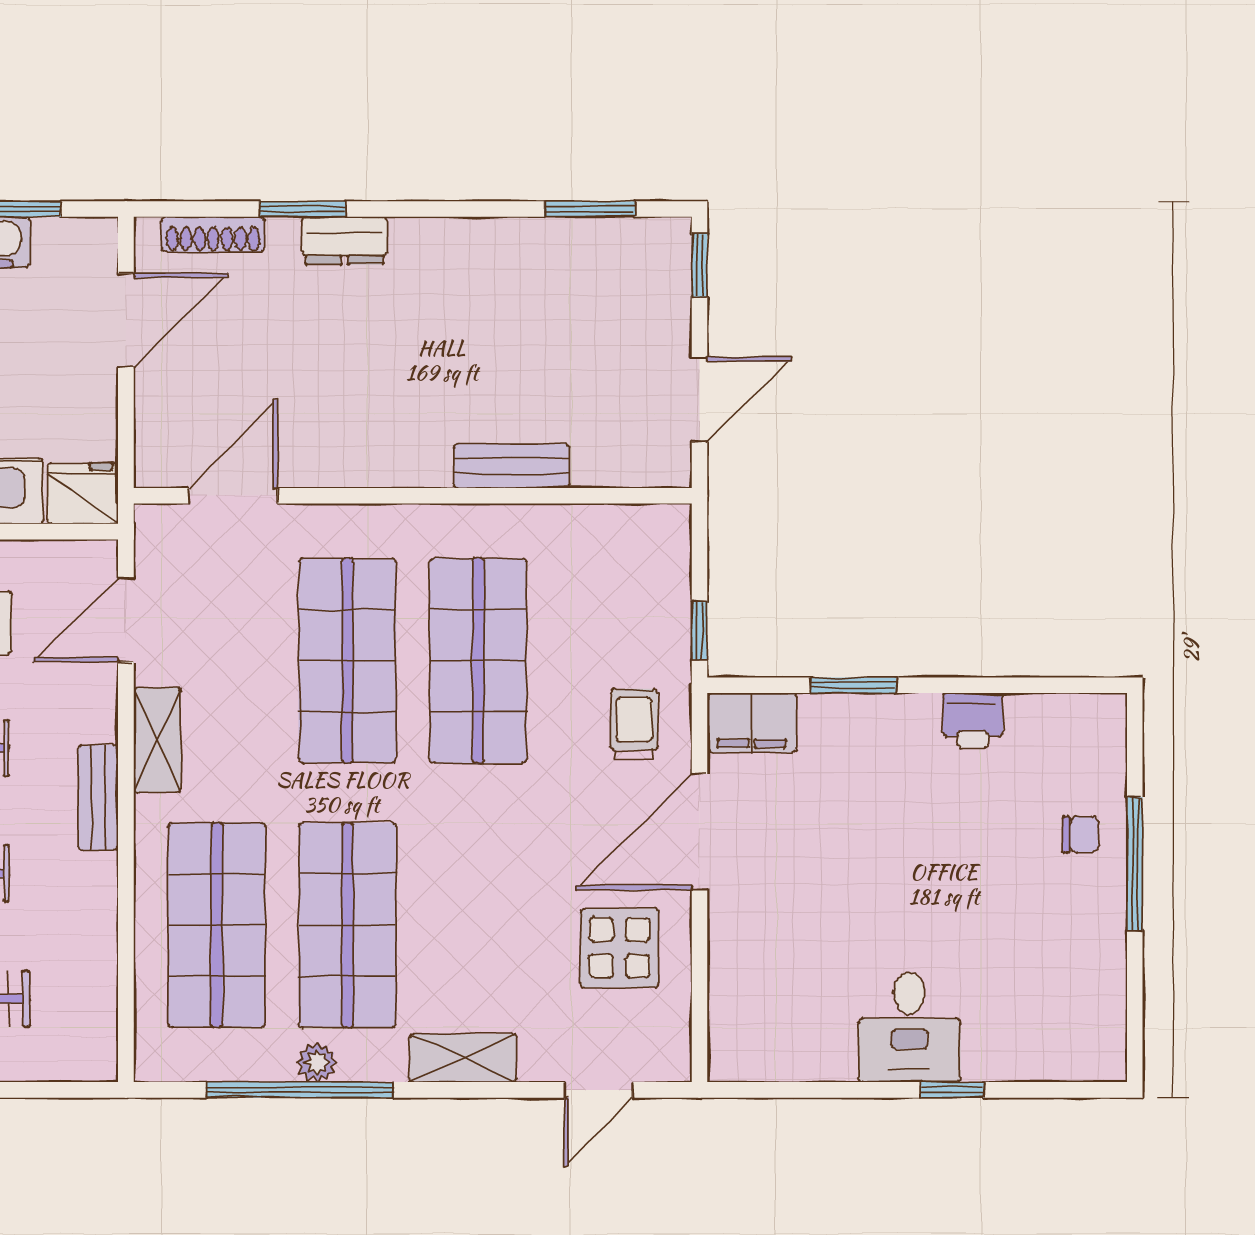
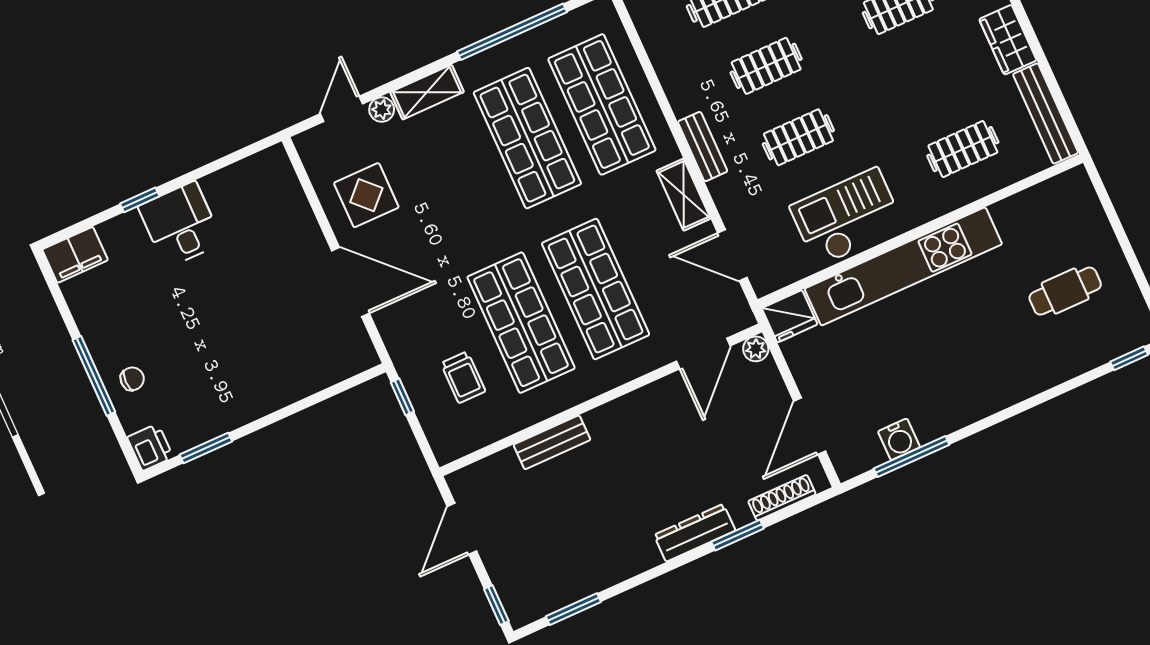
dresser: (345, 241) -> (695, 533), width x1.44
plant: (154, 468) -> (756, 349), added
door: (126, 620) -> (732, 255), swing flipped
window: (853, 685) -> (206, 448), moved
printer: (973, 720) -> (150, 447), moved, turned 90
filing cabinet: (752, 723) -> (75, 255), moved, turned 180
trolley: (634, 724) -> (463, 377), moved
door: (699, 832) -> (351, 282), hinge flipped
chair: (1081, 834) -> (132, 379), turned 180
plant: (317, 1062) -> (382, 110), moved

